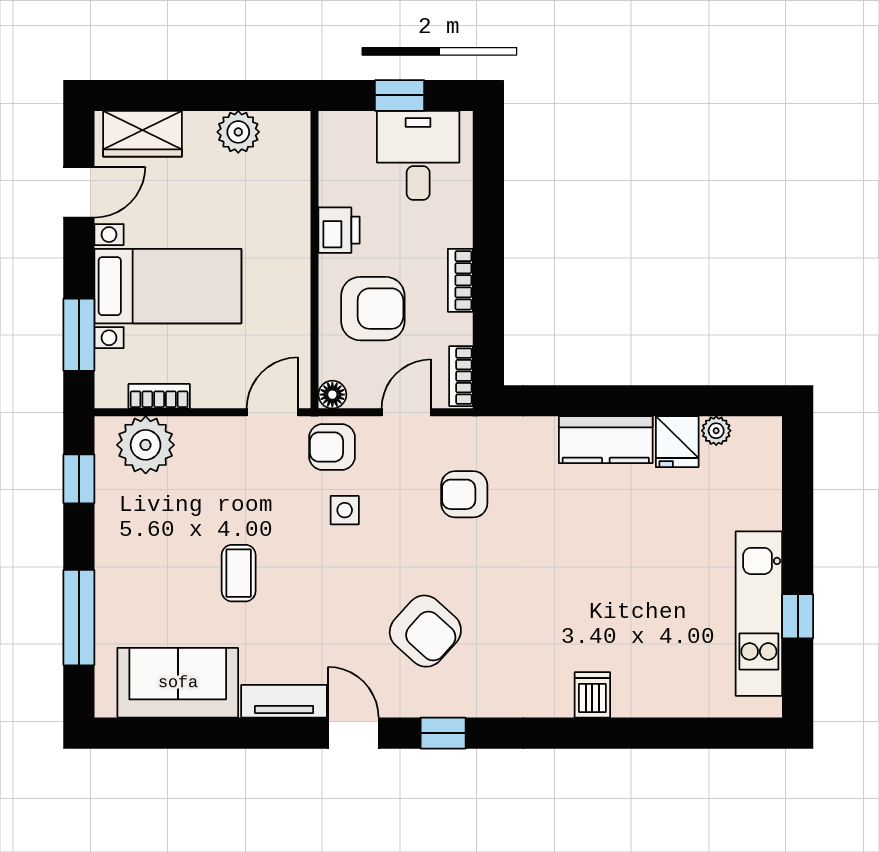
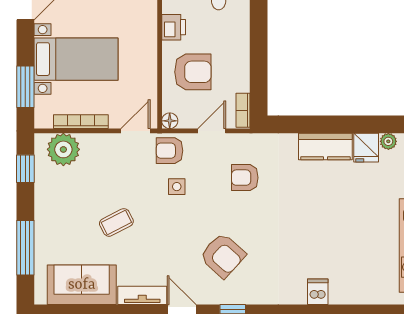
bookcase: (460, 280) -> (243, 56), removed
bookcase: (159, 396) -> (81, 122), width x1.56
coffee table: (239, 573) -> (116, 222), turned 63

